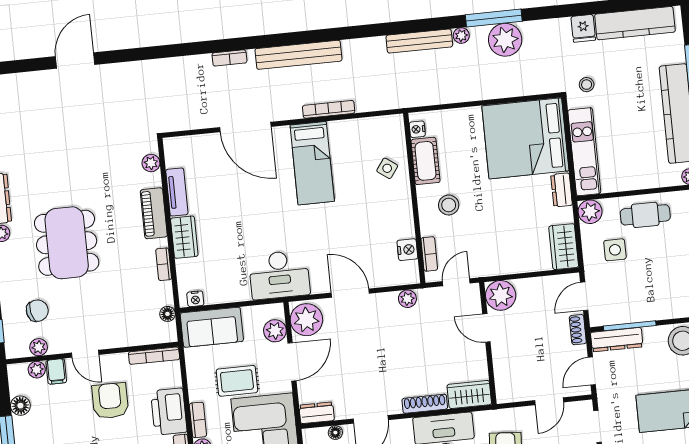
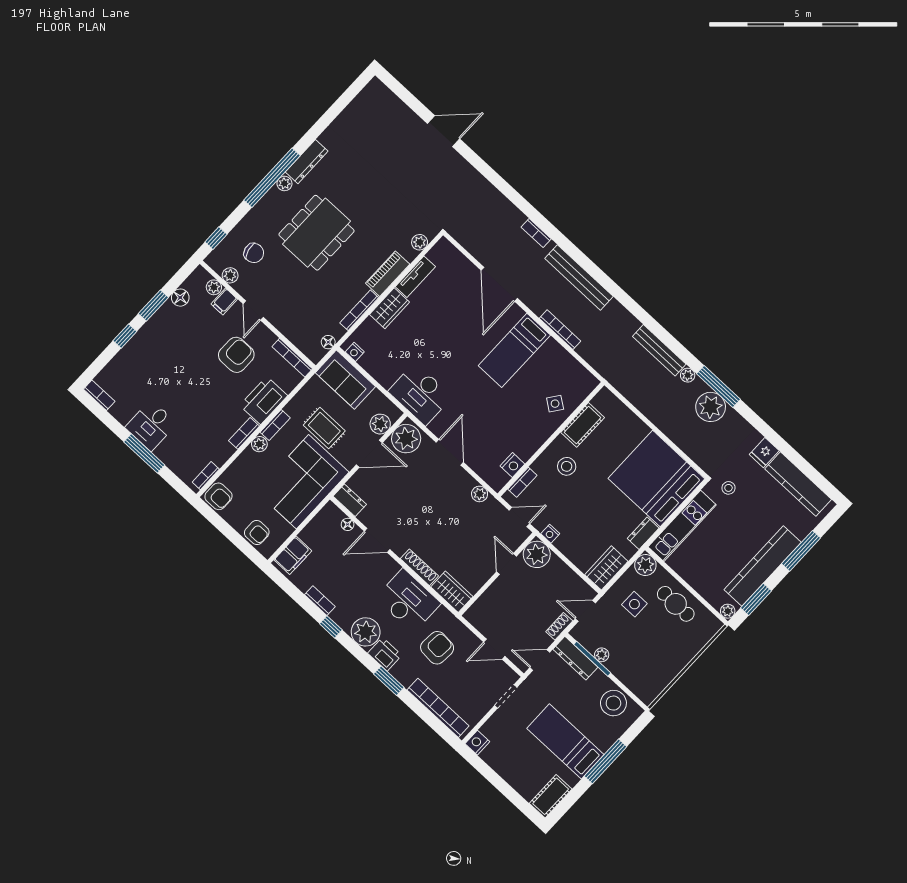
nightstand: (417, 129) -> (550, 534), moved, turned -90
bookcase: (164, 264) -> (359, 310), width x1.56
plant: (633, 315) -> (602, 655), added

